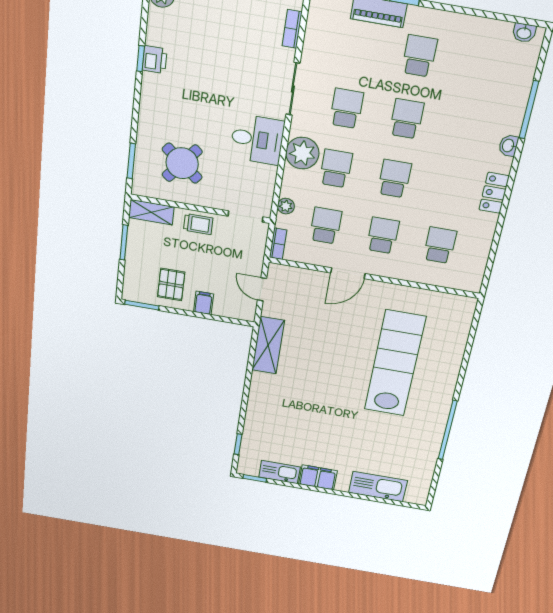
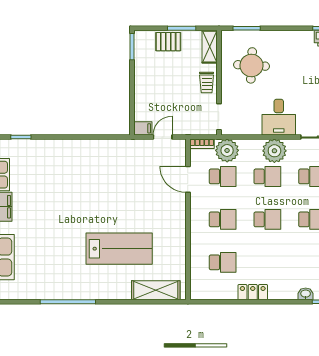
round table: (182, 163) -> (252, 65), turned -36
locker: (494, 193) -> (253, 292), moved
plant: (286, 206) -> (227, 150), width x1.87, depth x1.87
door: (348, 273) -> (188, 179), moved
pallet: (171, 284) -> (168, 42), moved
filing cabinet: (204, 303) -> (143, 128), moved
shelving: (268, 345) -> (156, 290), moved
lab bench: (395, 364) -> (119, 249), width x0.73

